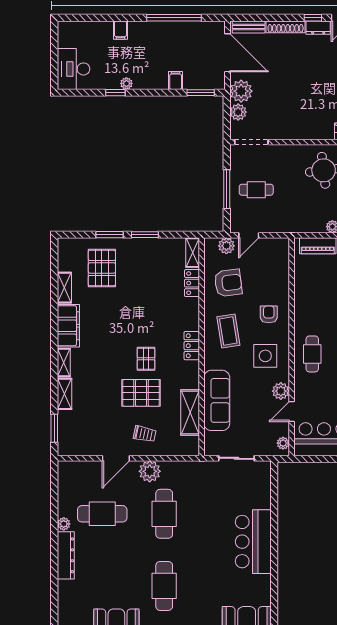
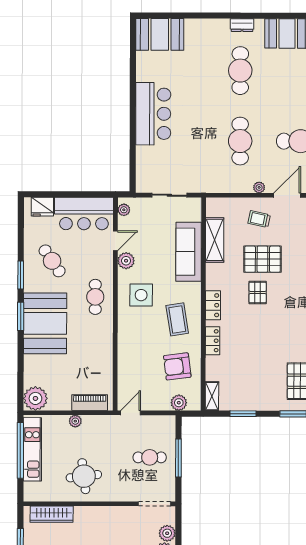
window: (145, 235) -> (243, 414), moved
door: (249, 235) -> (130, 413), moved
locker: (192, 283) -> (213, 341), moved
armchair: (269, 314) -> (138, 336), removed
plant: (150, 471) -> (259, 187), width x0.53, depth x0.53

